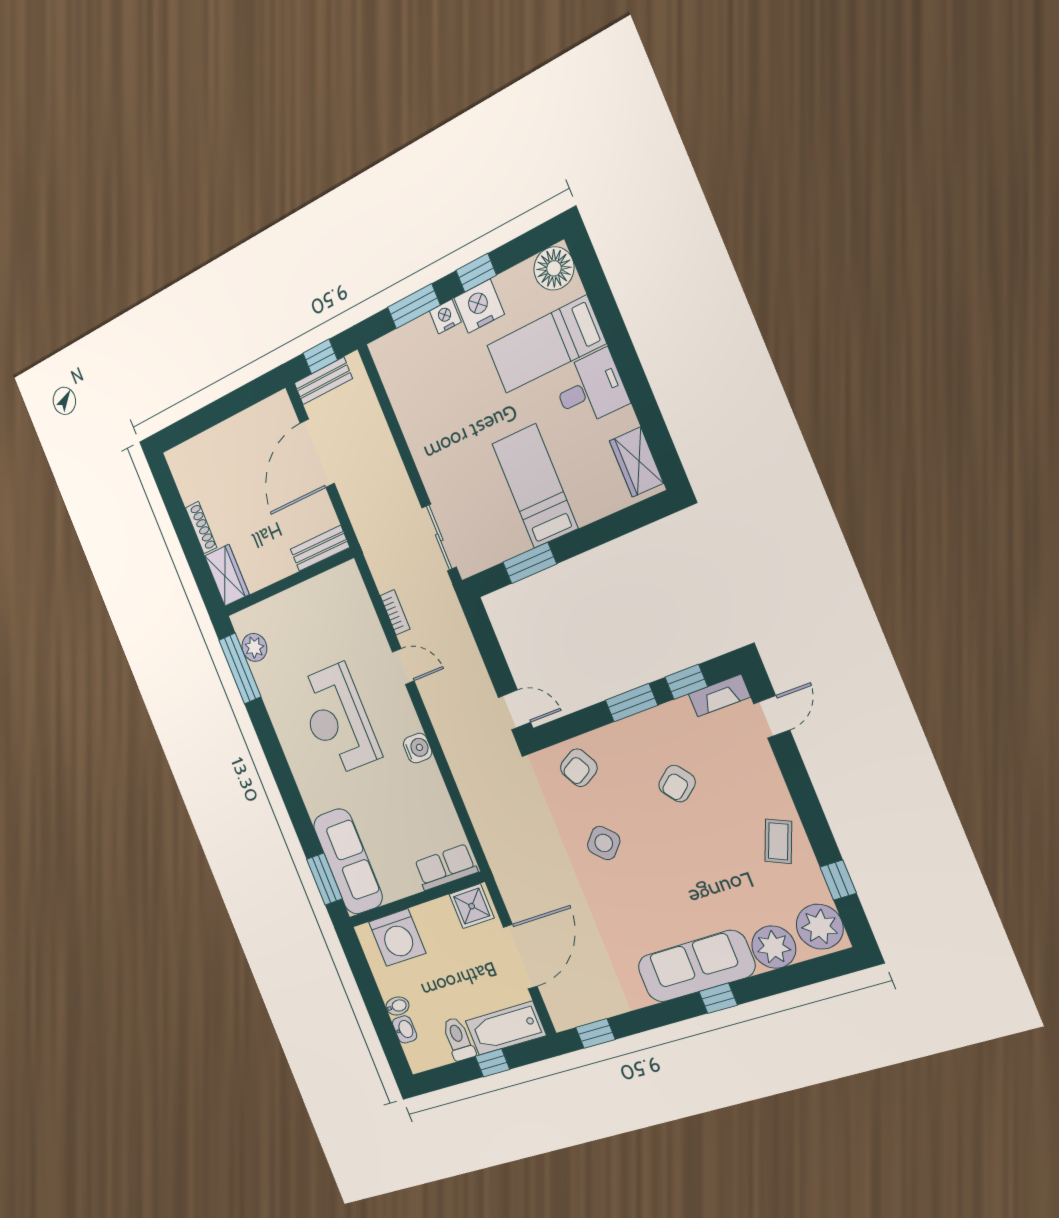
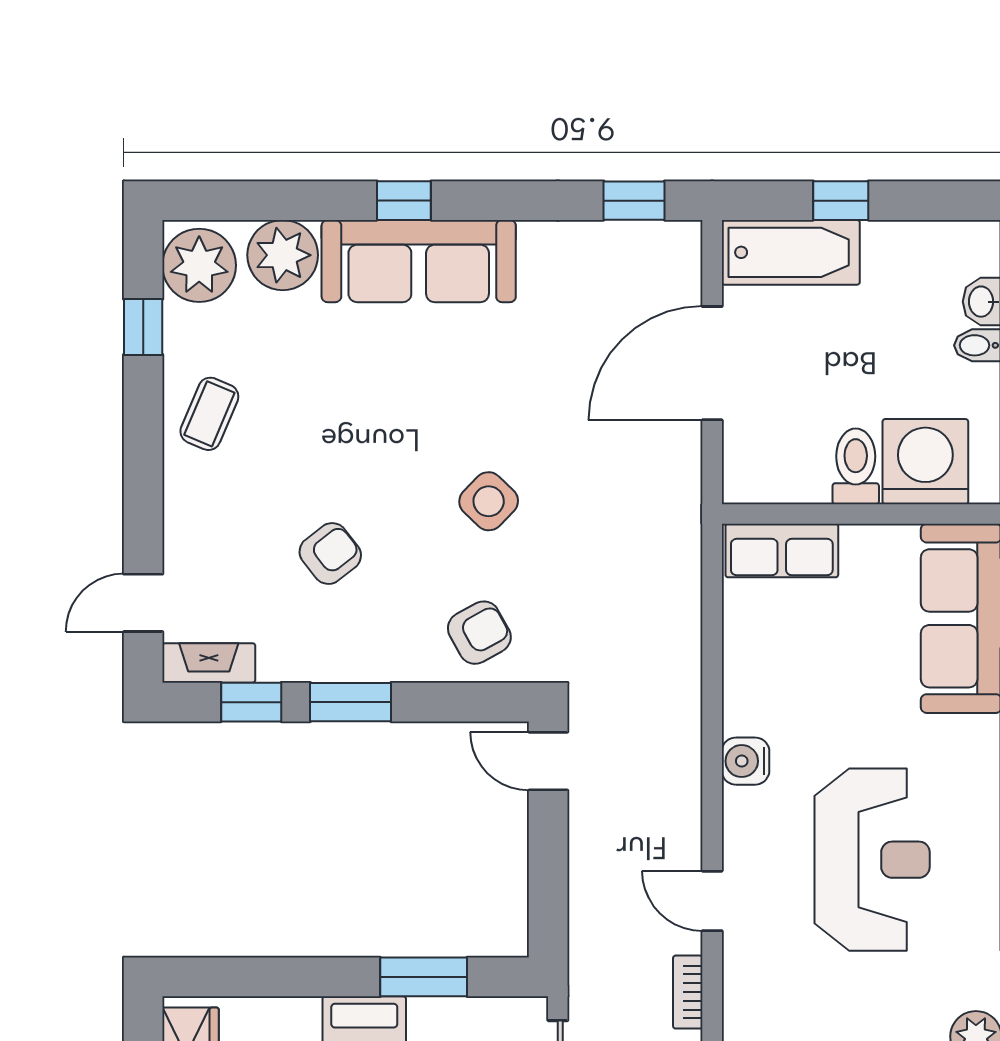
shower: (472, 906) -> (763, 472), removed
toilet: (458, 1039) -> (856, 466), moved, turned 180

